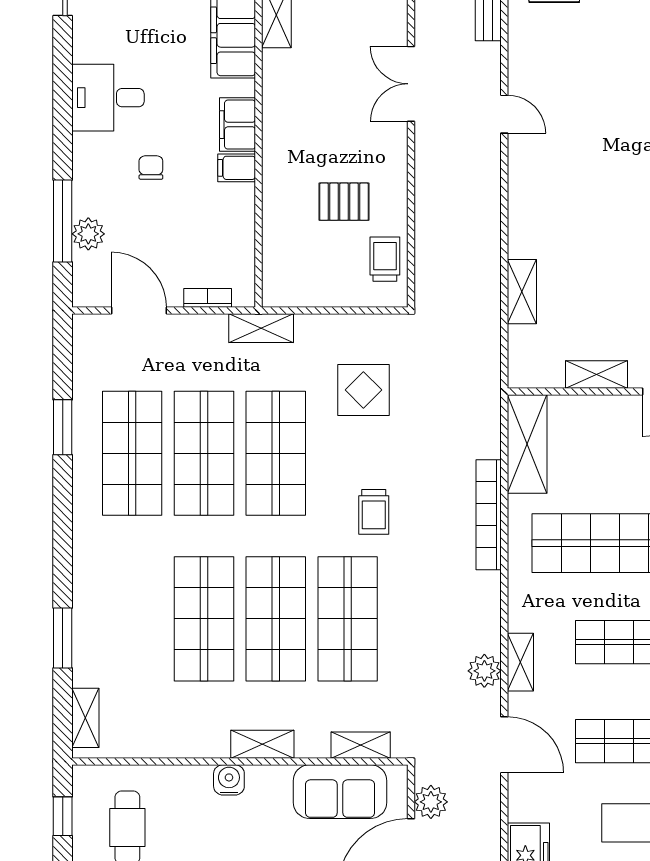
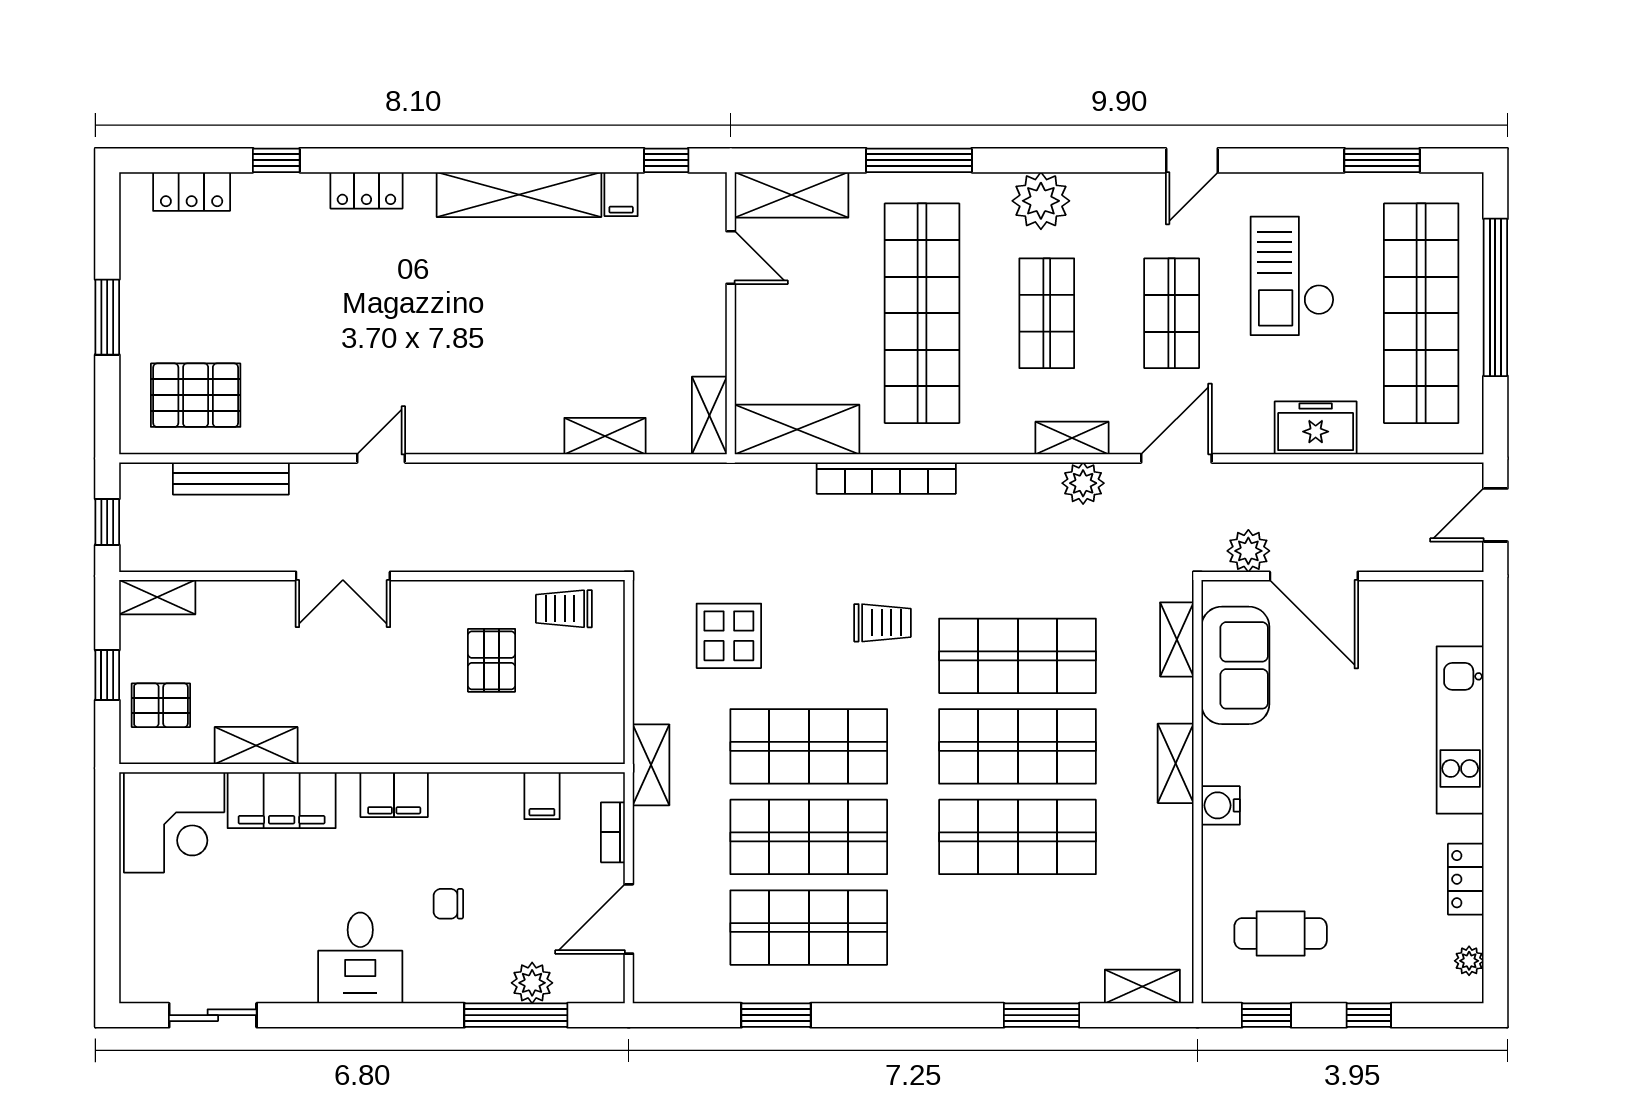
filing cabinet: (237, 168) -> (542, 796), moved
shelving: (597, 374) -> (709, 416), moved

